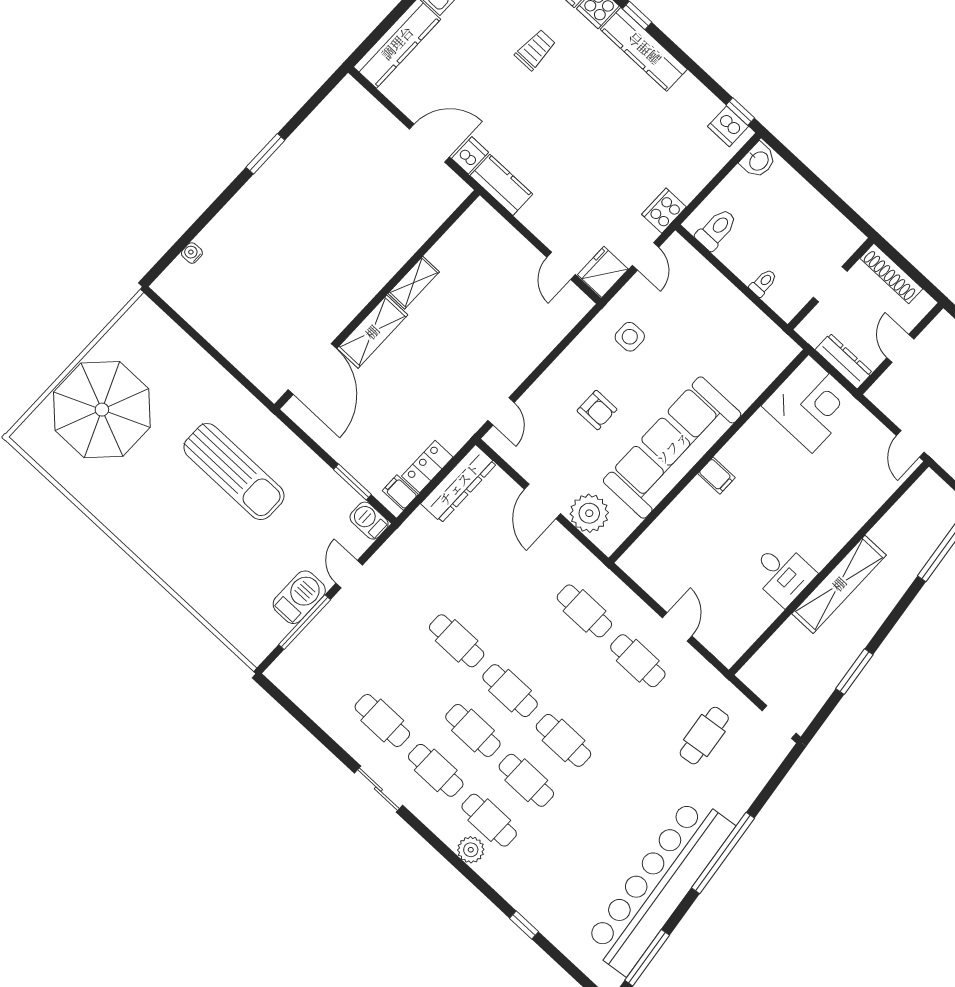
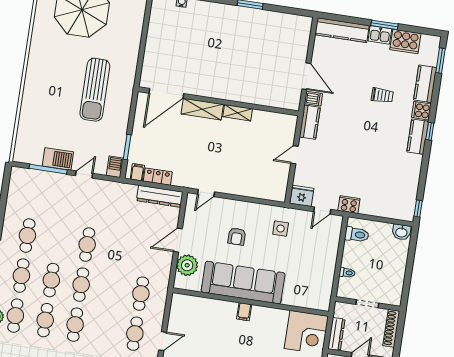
kitchen counter: (644, 49) -> (418, 137), width x0.67
dishwasher: (728, 126) -> (407, 208), removed
door: (561, 266) -> (294, 155), moved

